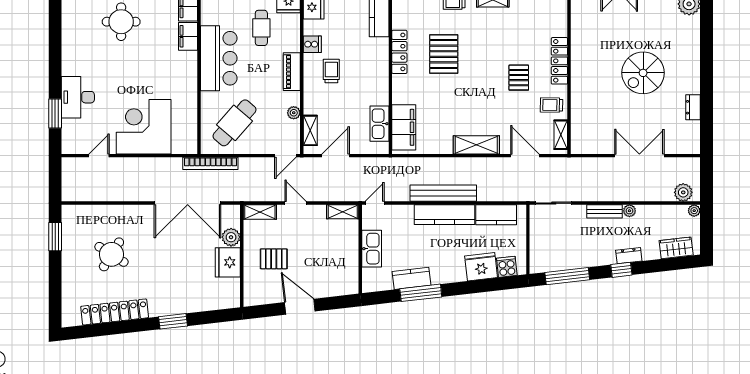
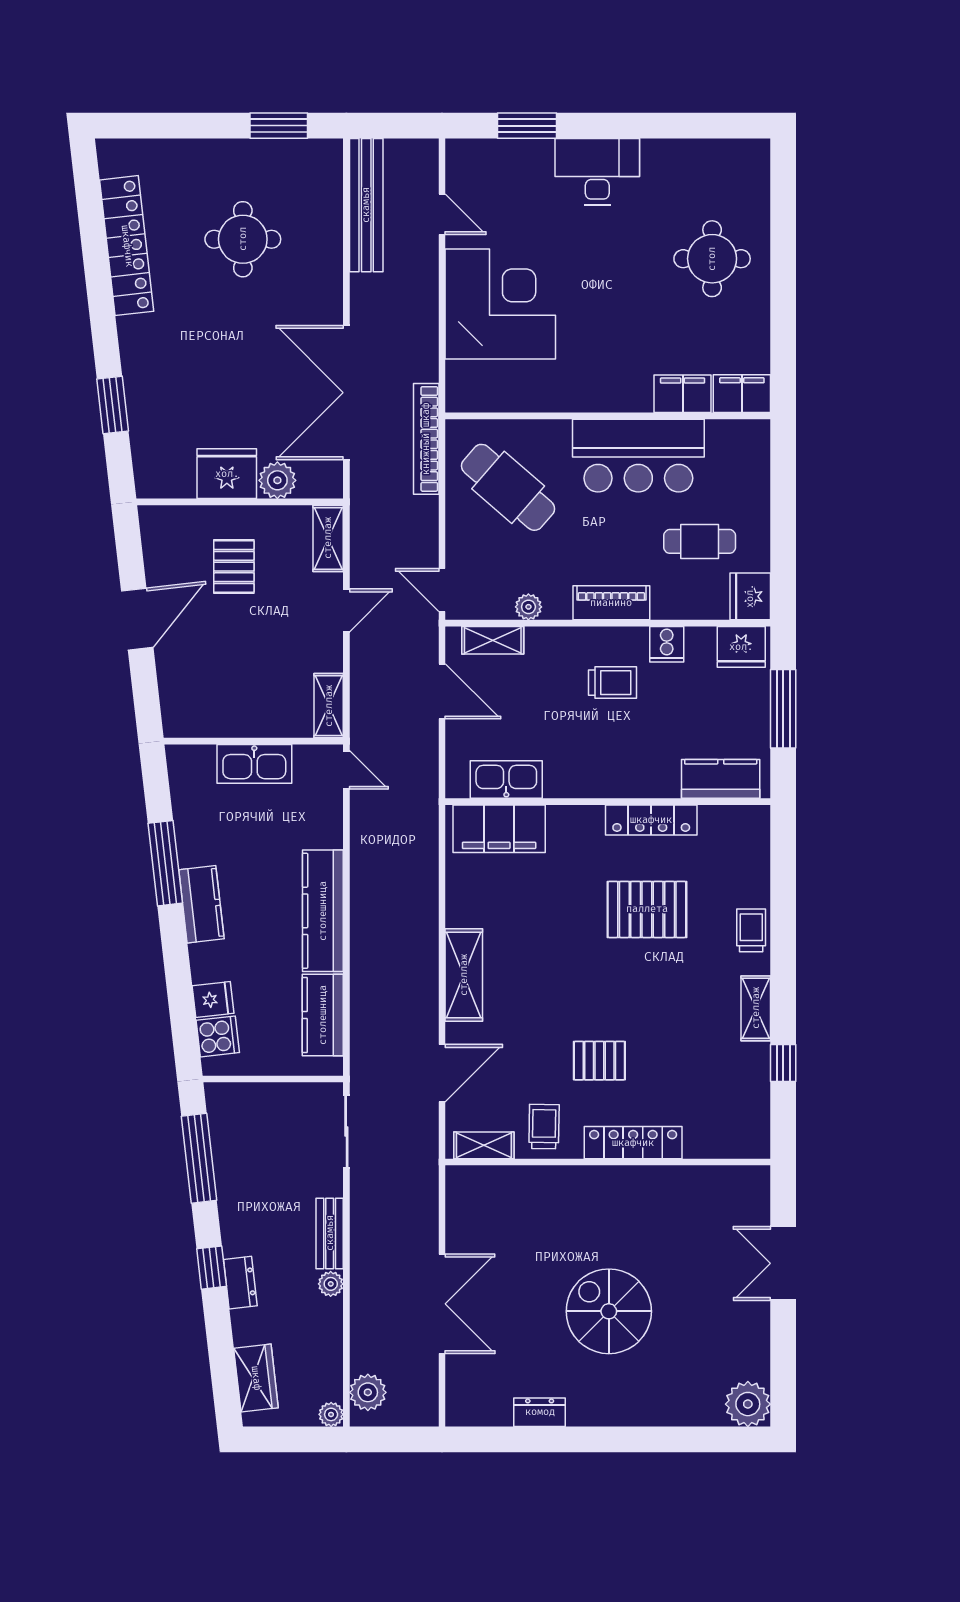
desk: (78, 97) -> (597, 171), moved
bench: (443, 193) -> (366, 205), moved
round table: (111, 254) -> (243, 239), turned -32
fridge: (481, 267) -> (213, 1000), width x0.53, depth x0.75
kitchen counter: (411, 278) -> (201, 904), moved
window: (173, 321) -> (113, 405), moved

